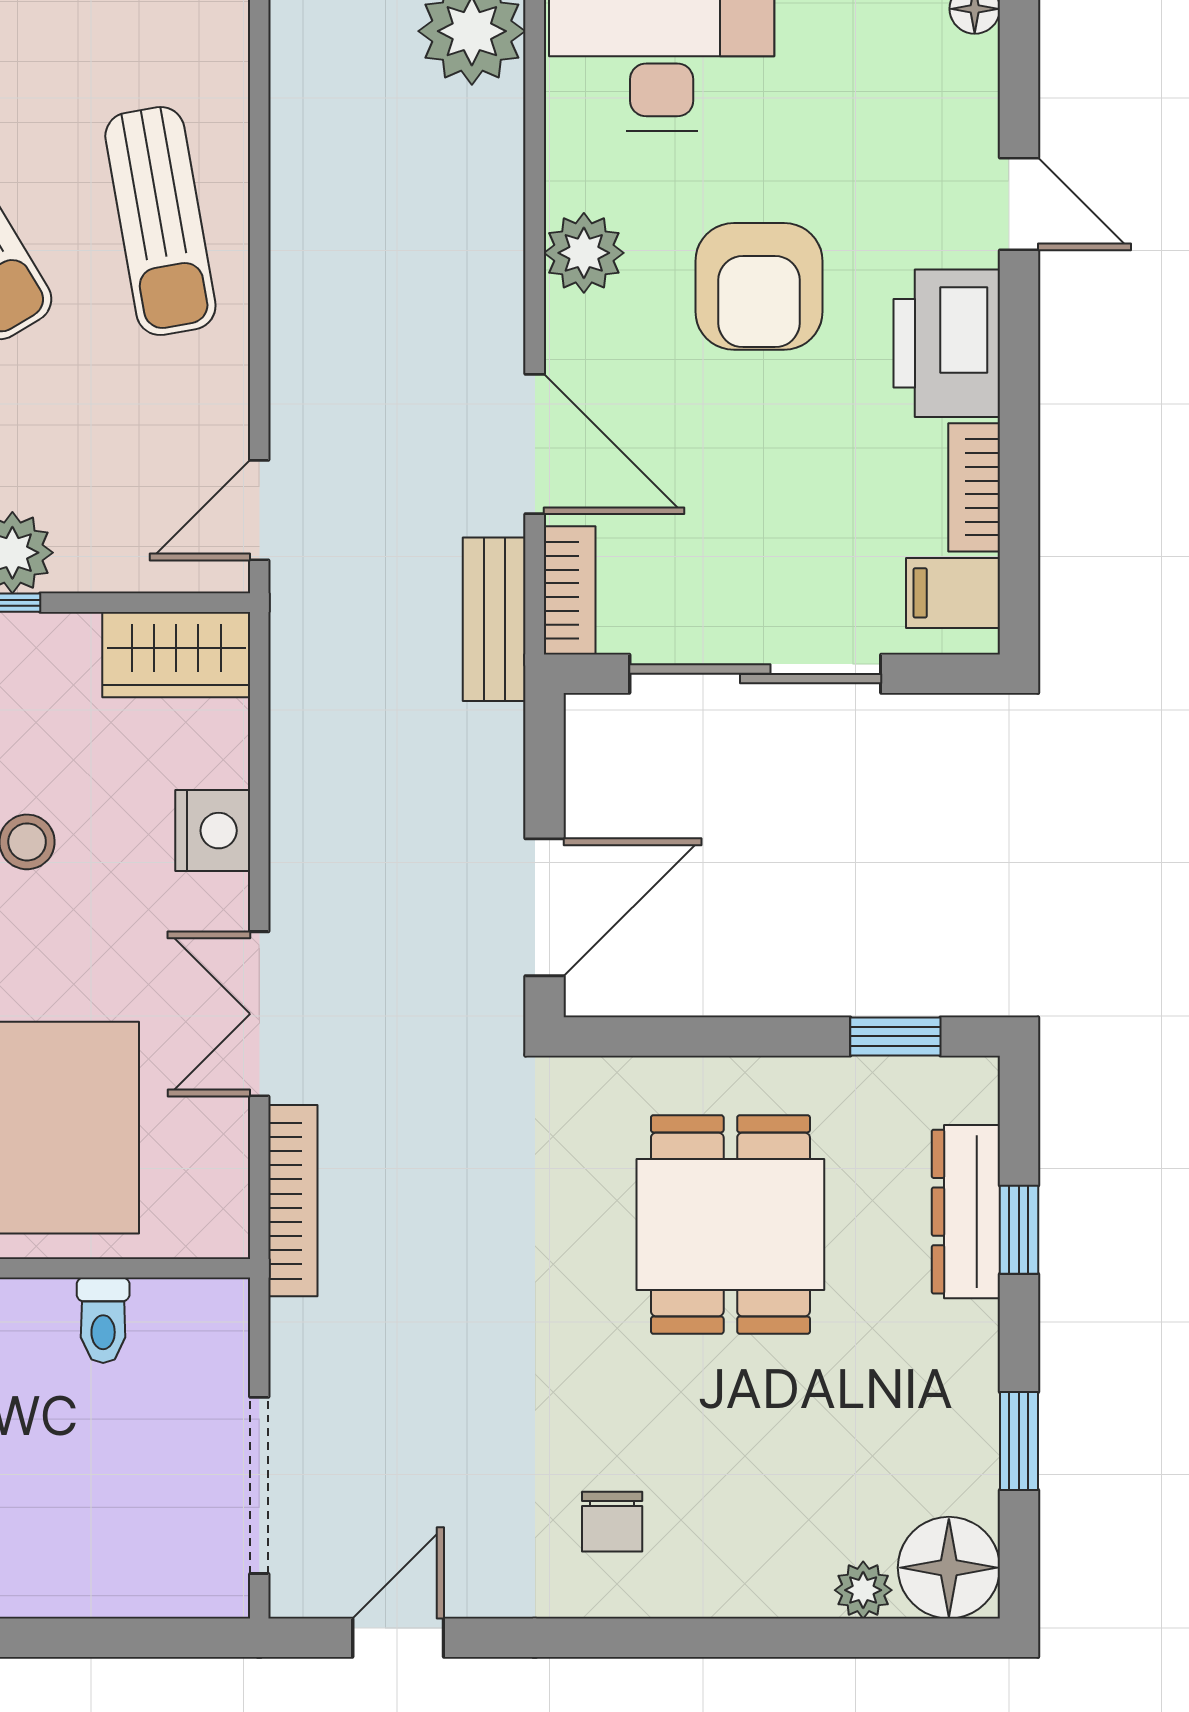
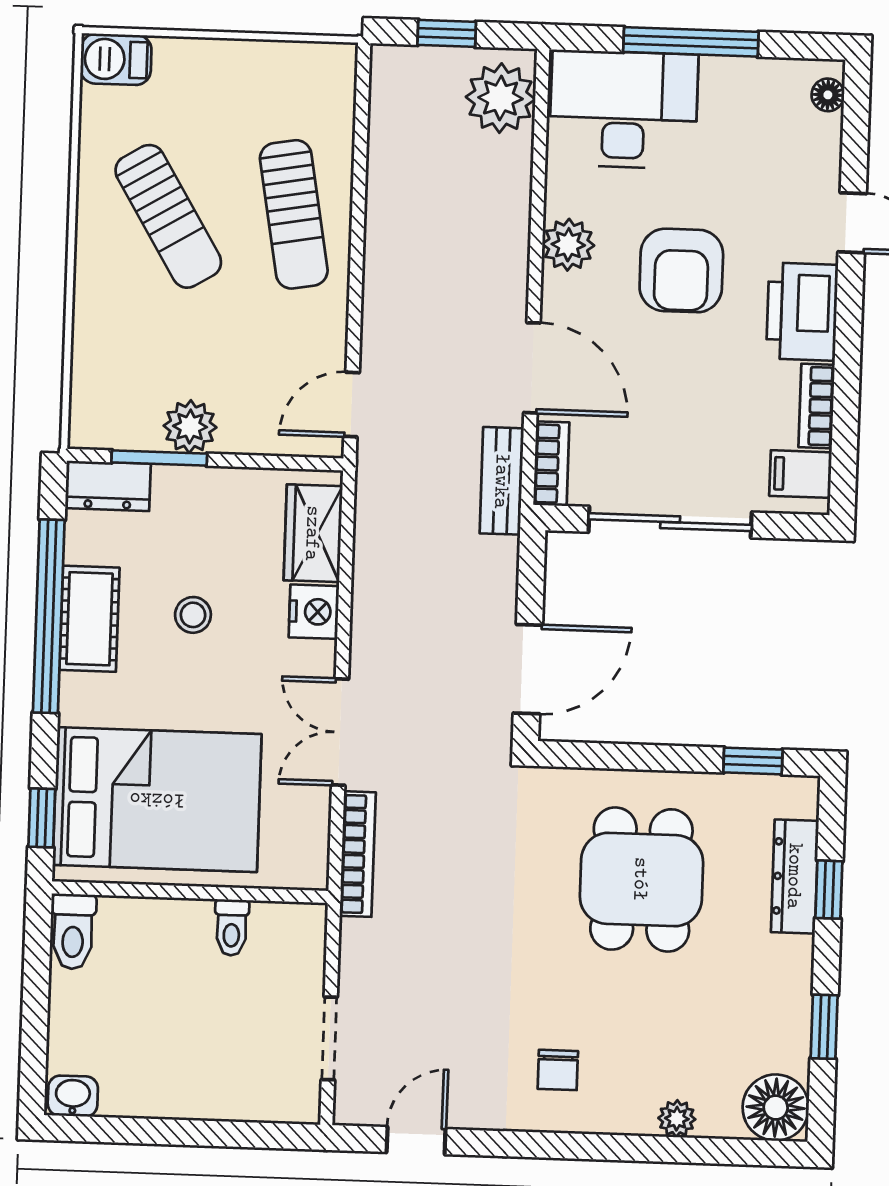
wardrobe: (176, 655) -> (313, 533), moved, turned 90
doorway: (259, 1485) -> (329, 1038), width x0.73
plant: (863, 1590) -> (677, 1119), moved

